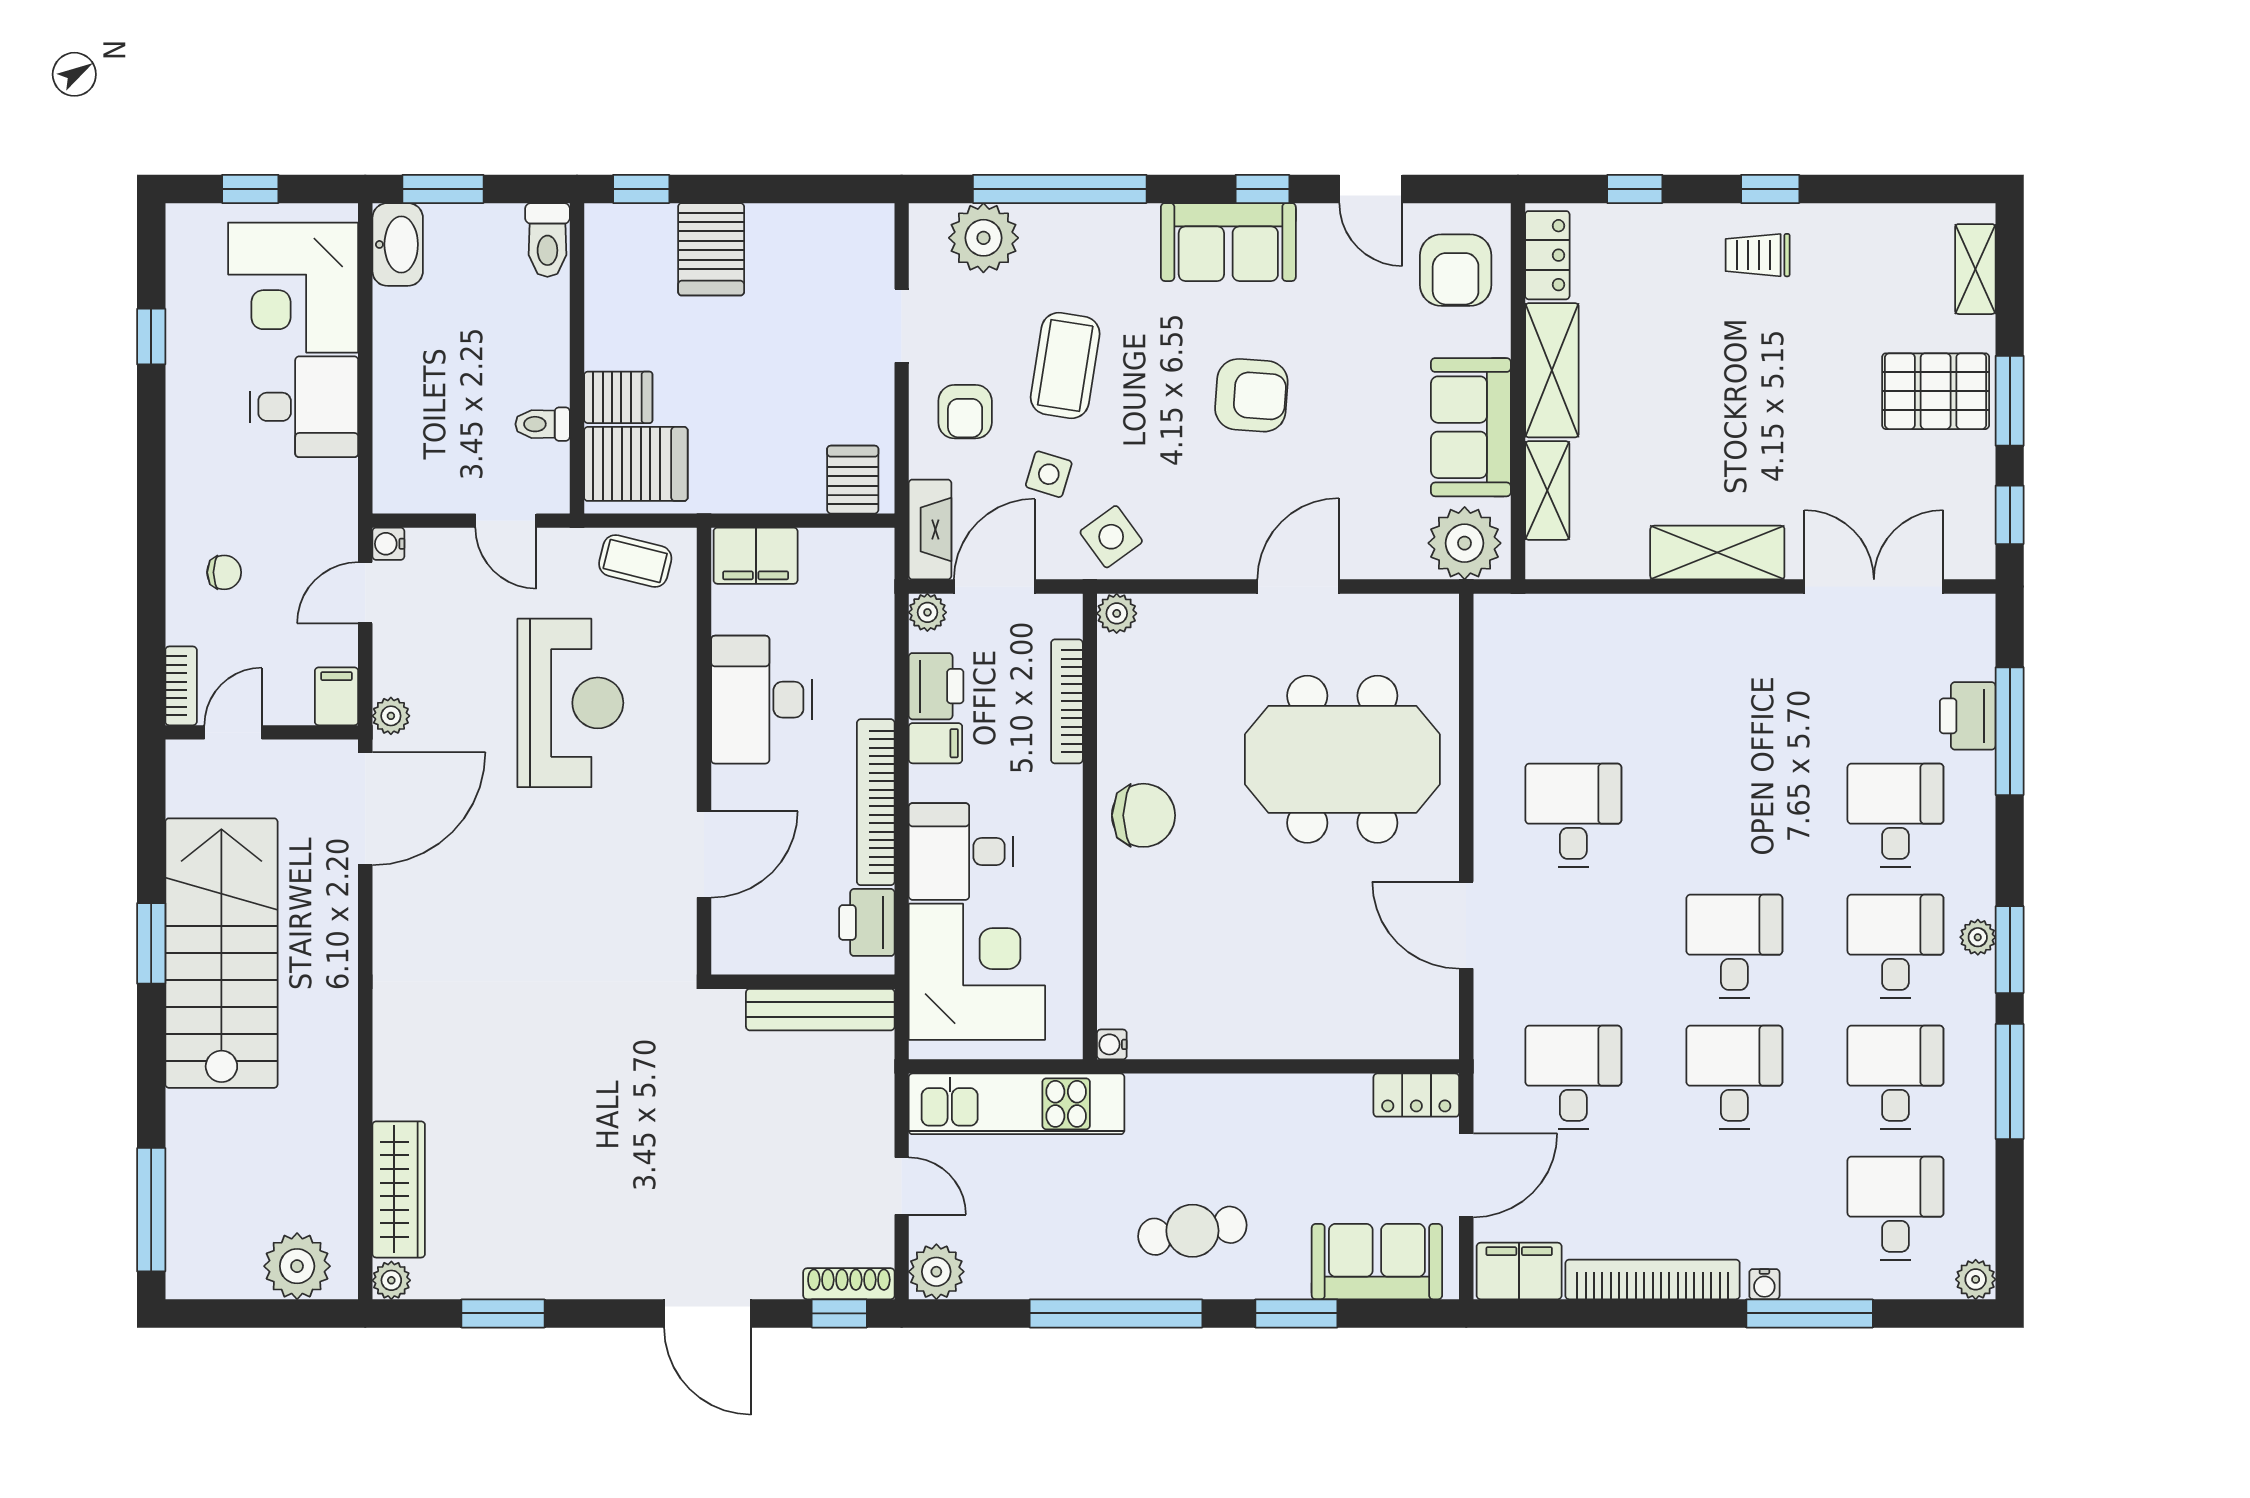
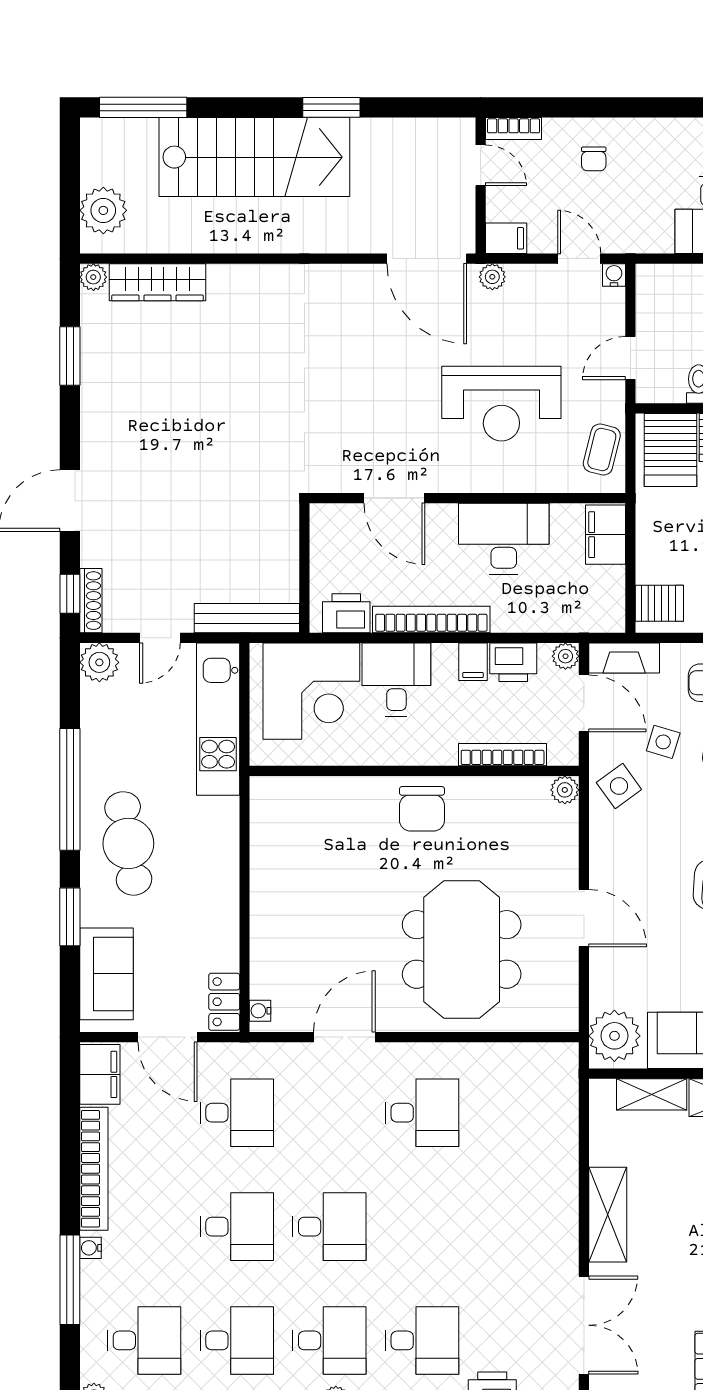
stairs: (221, 953) -> (254, 157), moved
bench: (820, 1010) -> (247, 618), moved, turned 90
water cooler: (1112, 1044) -> (260, 1011), moved, turned -90
cafe table: (1192, 1231) -> (128, 843), width x1.37, depth x1.35

